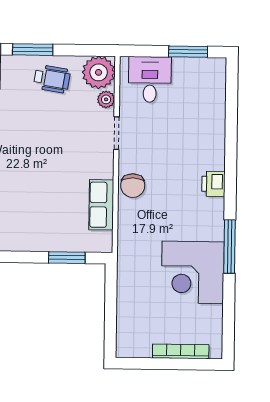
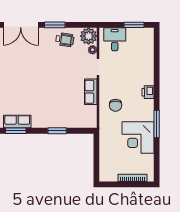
chair: (133, 186) -> (116, 105), moved
row of seats: (101, 205) -> (91, 92), moved
window: (67, 258) -> (57, 131), moved

